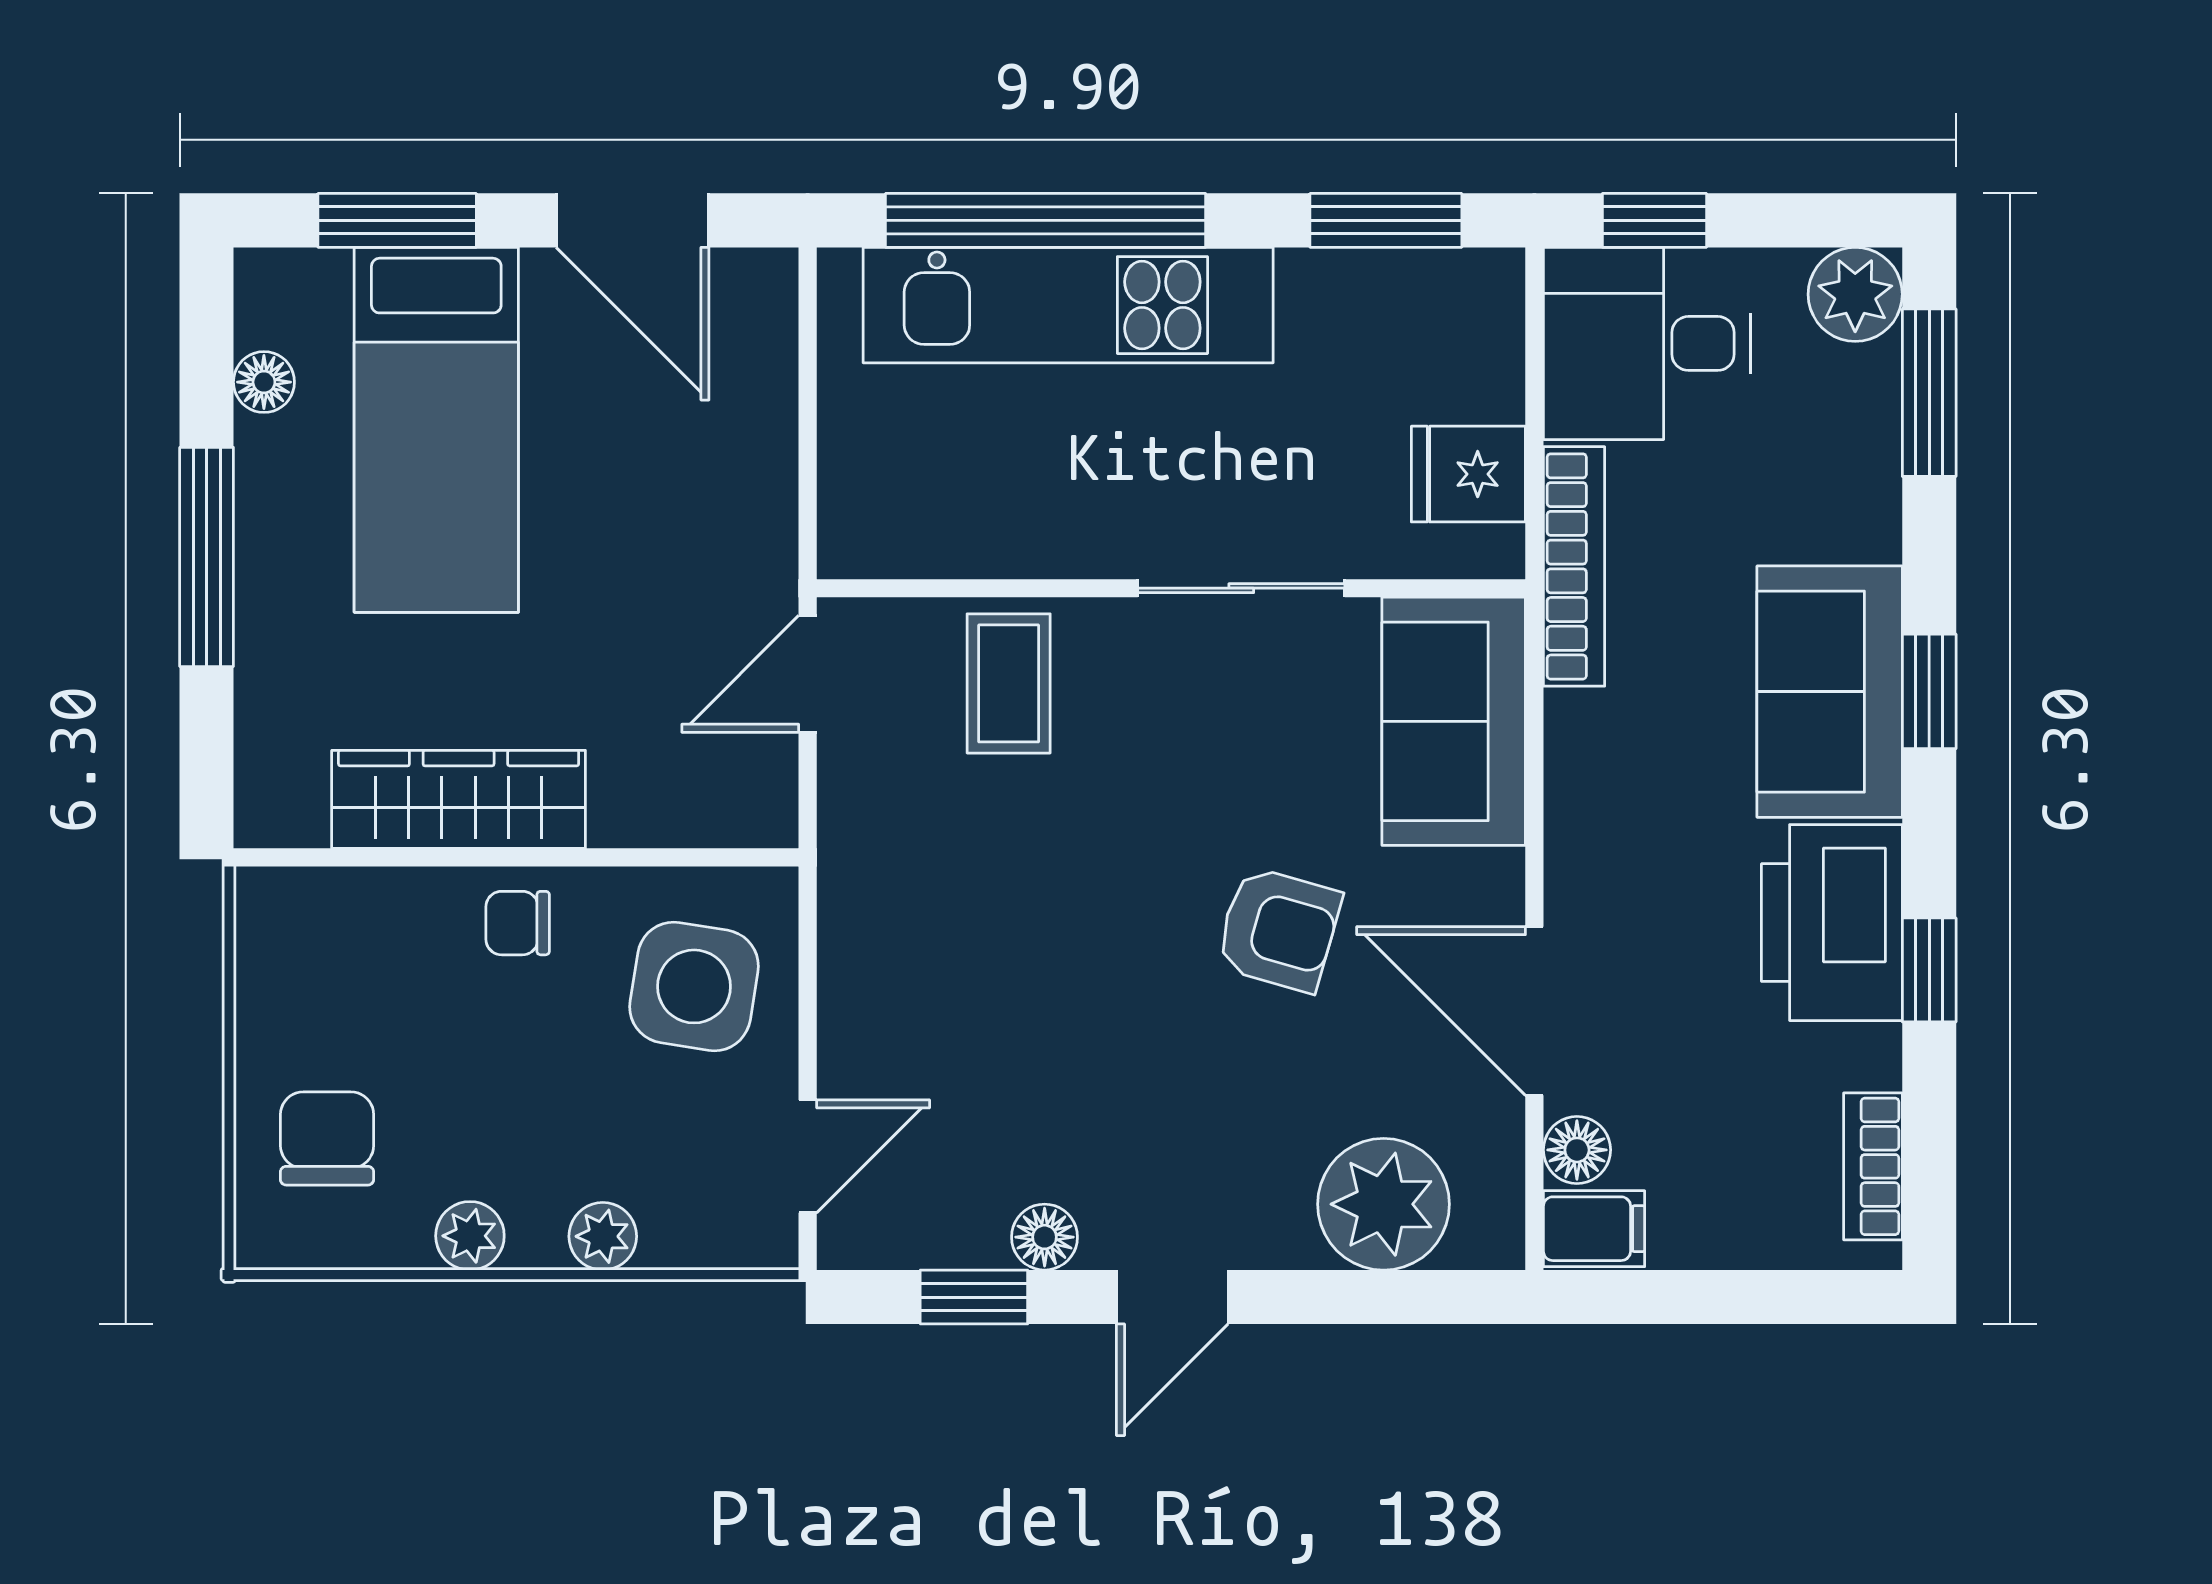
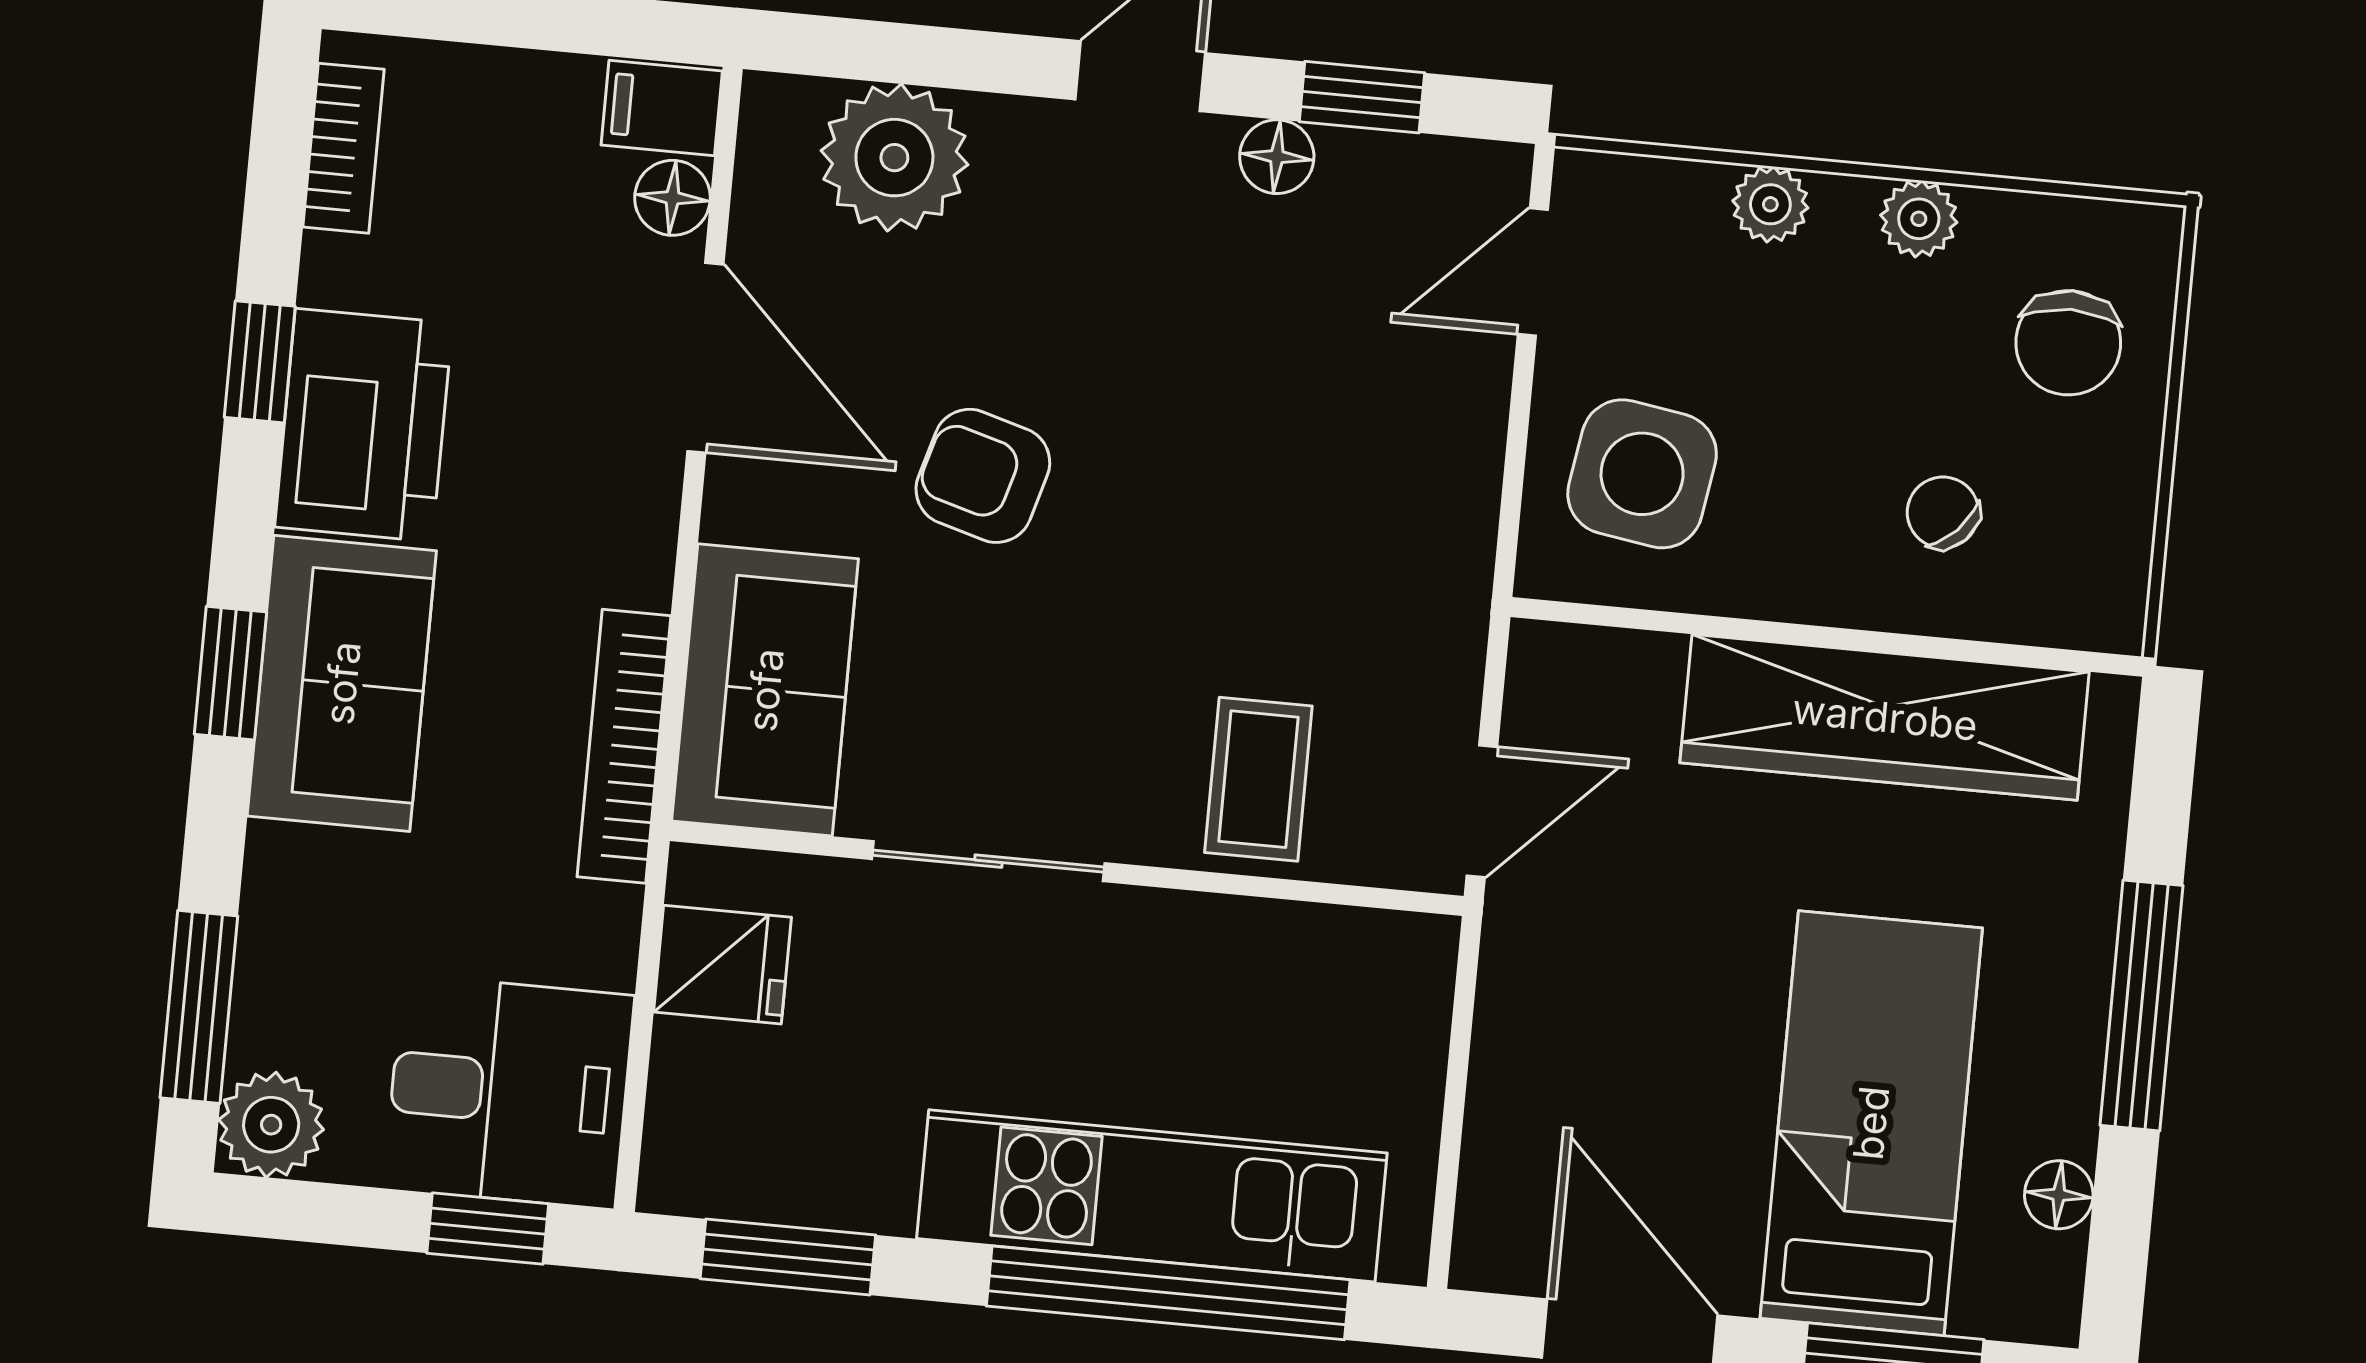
bookcase: (1574, 566) -> (624, 746), moved
wardrobe: (459, 799) -> (1885, 717), width x1.40, depth x1.17
chair: (518, 923) -> (1943, 512), moved, turned -136

